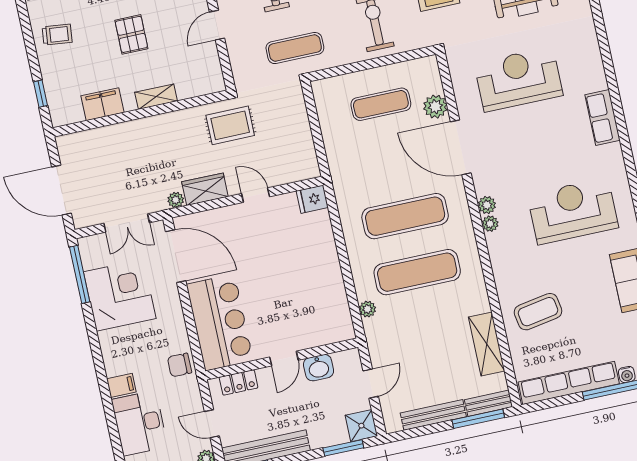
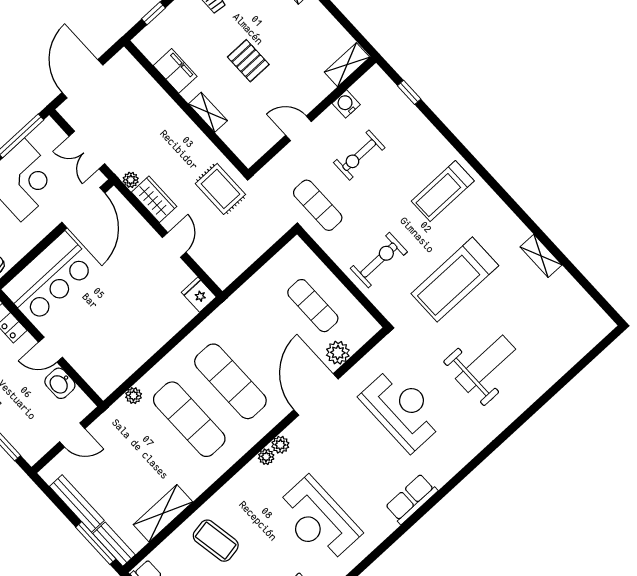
pallet: (131, 34) -> (248, 61), turned 90
reception desk: (573, 211) -> (318, 520), turned 180
shower: (361, 426) -> (32, 448), removed

